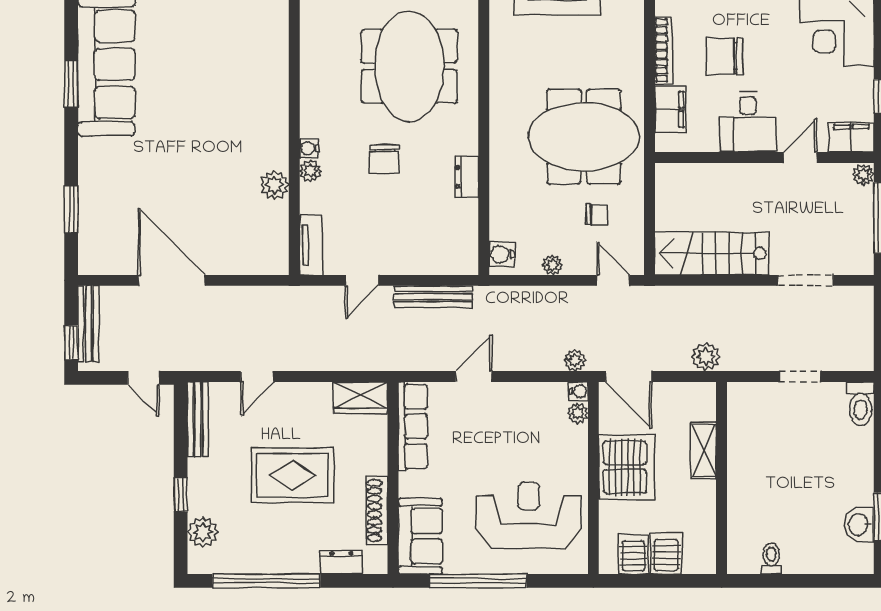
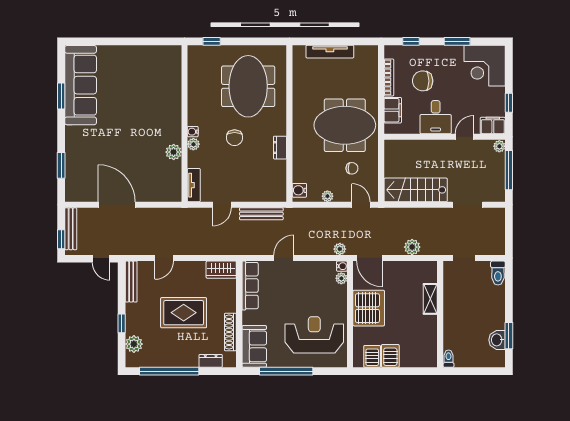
shelving: (704, 450) -> (430, 299), moved
wall: (722, 478) -> (440, 314), moved

